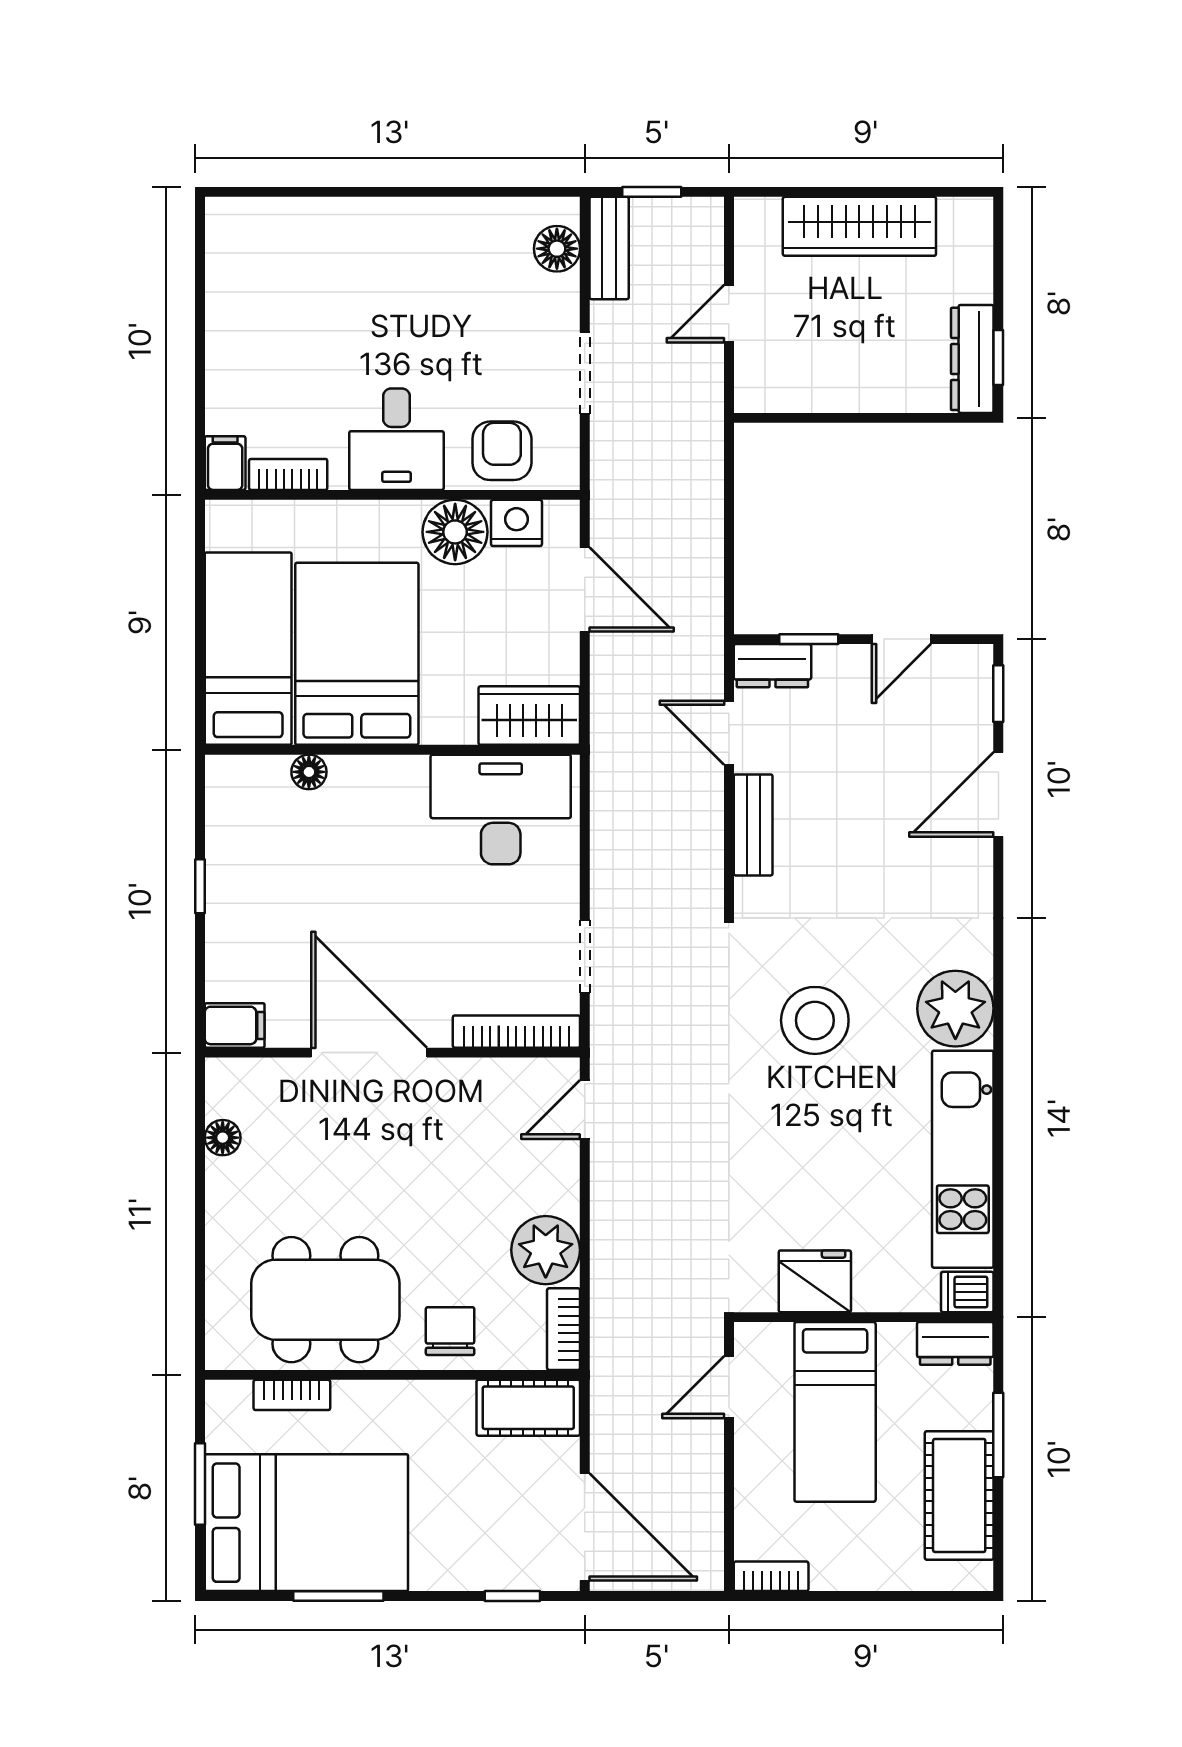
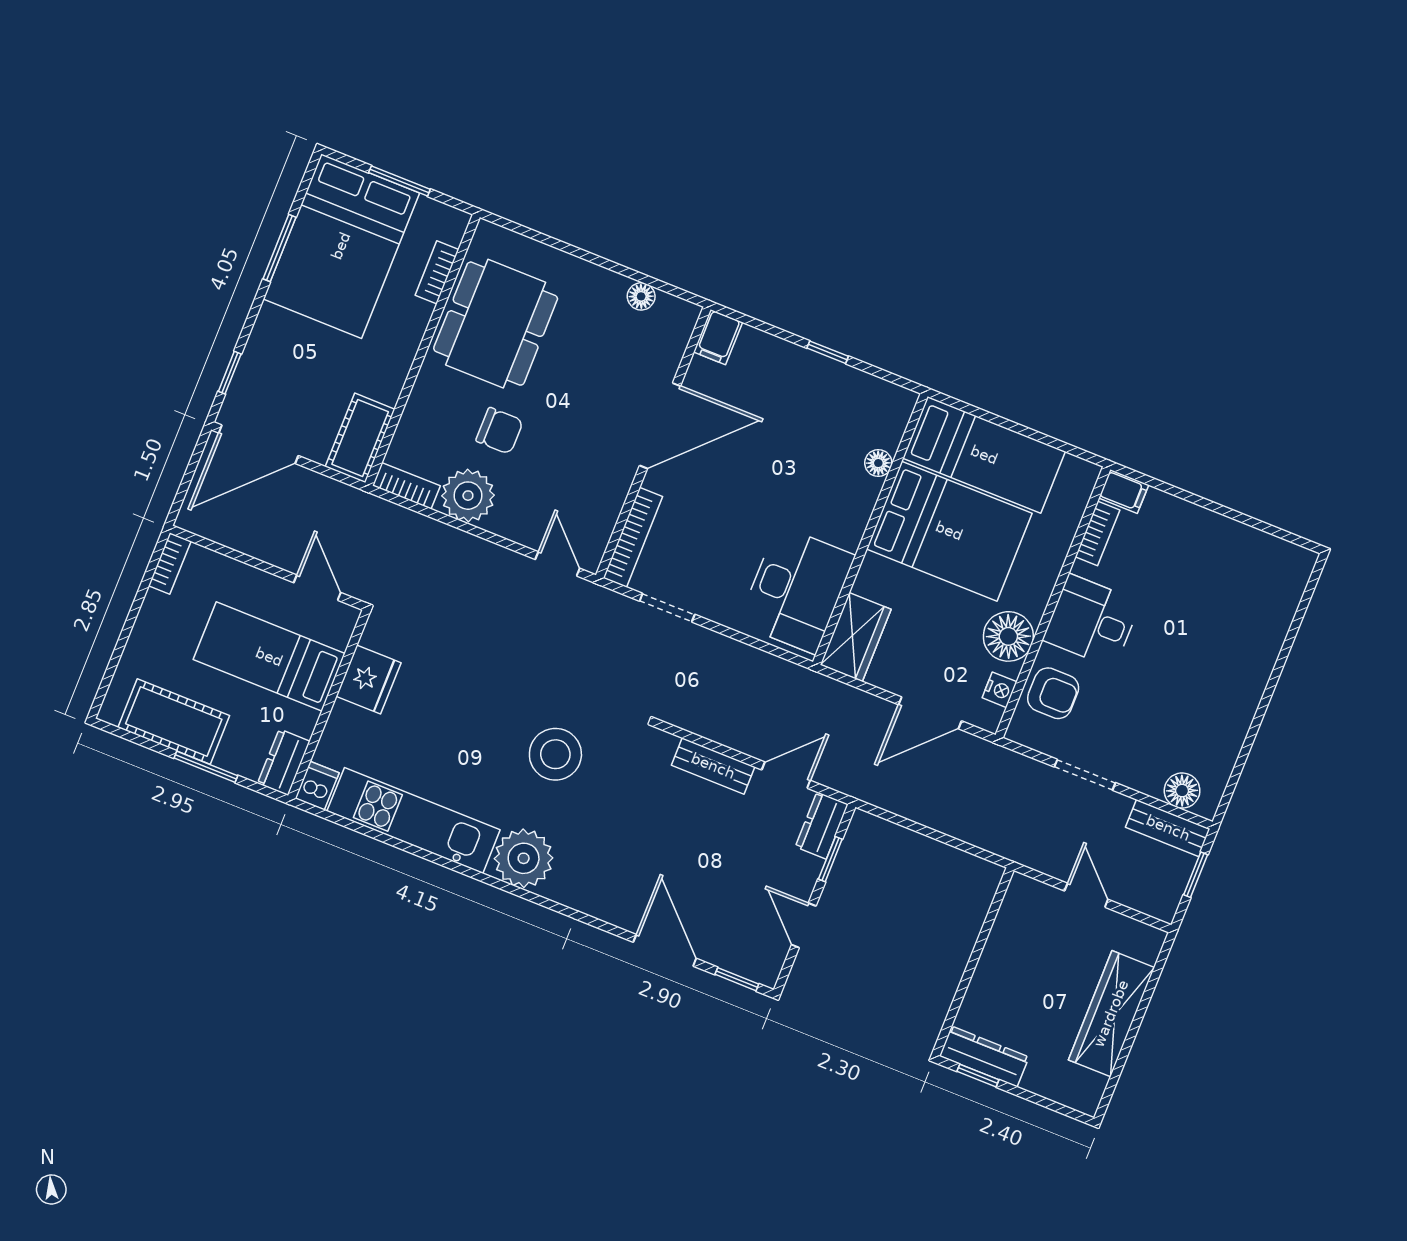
nightstand: (516, 523) -> (1000, 690), width x0.72, depth x0.74
chair: (450, 1331) -> (500, 431), moved

